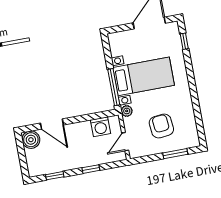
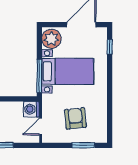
plant: (127, 111) -> (51, 39), moved, width x1.87, depth x1.87
washing machine: (100, 127) -> (31, 109), moved, turned 90

